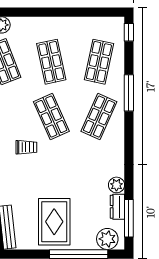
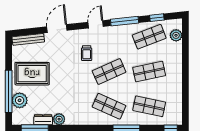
plant: (107, 239) -> (20, 100), moved

